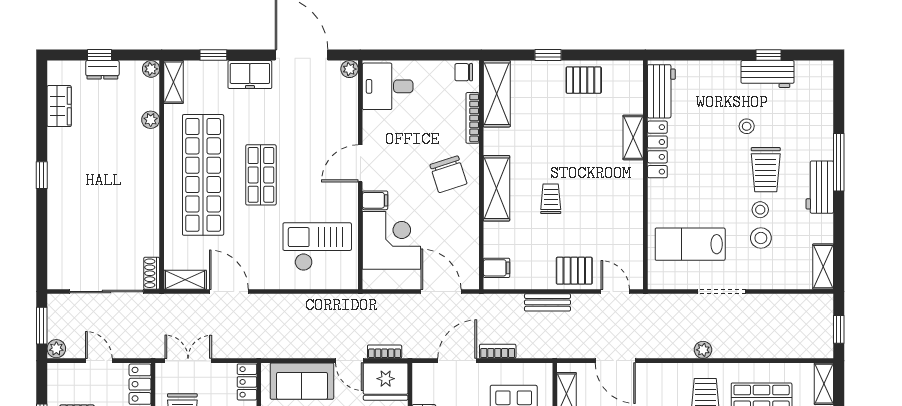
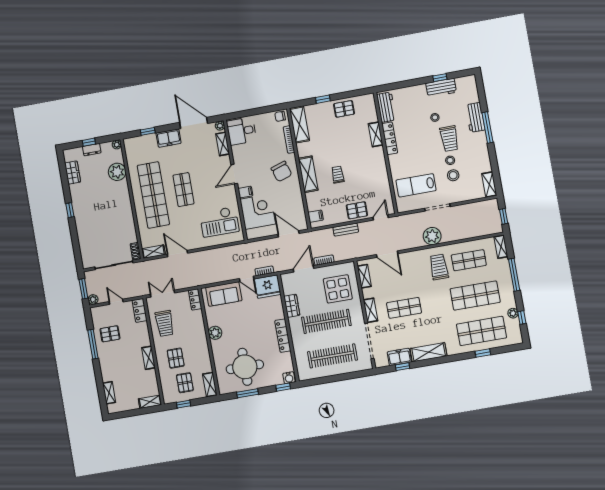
shelving: (173, 82) -> (223, 144), moved
plant: (151, 120) -> (117, 172), width x1.87, depth x1.87
workbench: (820, 187) -> (475, 117), moved
checkout: (317, 247) -> (219, 222), turned 180
door: (615, 292) -> (381, 217), hinge flipped
plant: (703, 350) -> (432, 236), width x1.88, depth x1.88

